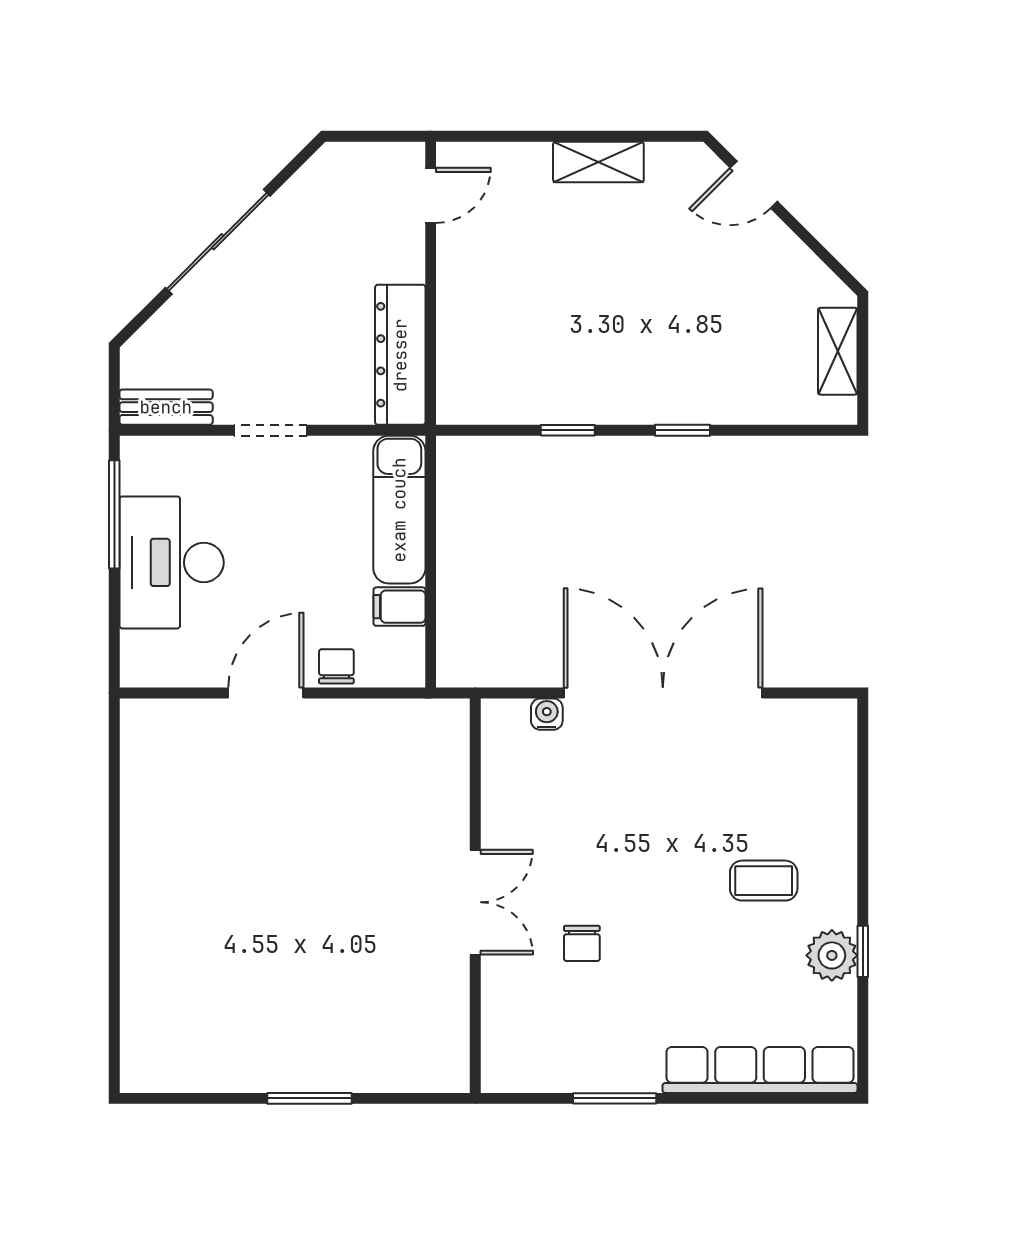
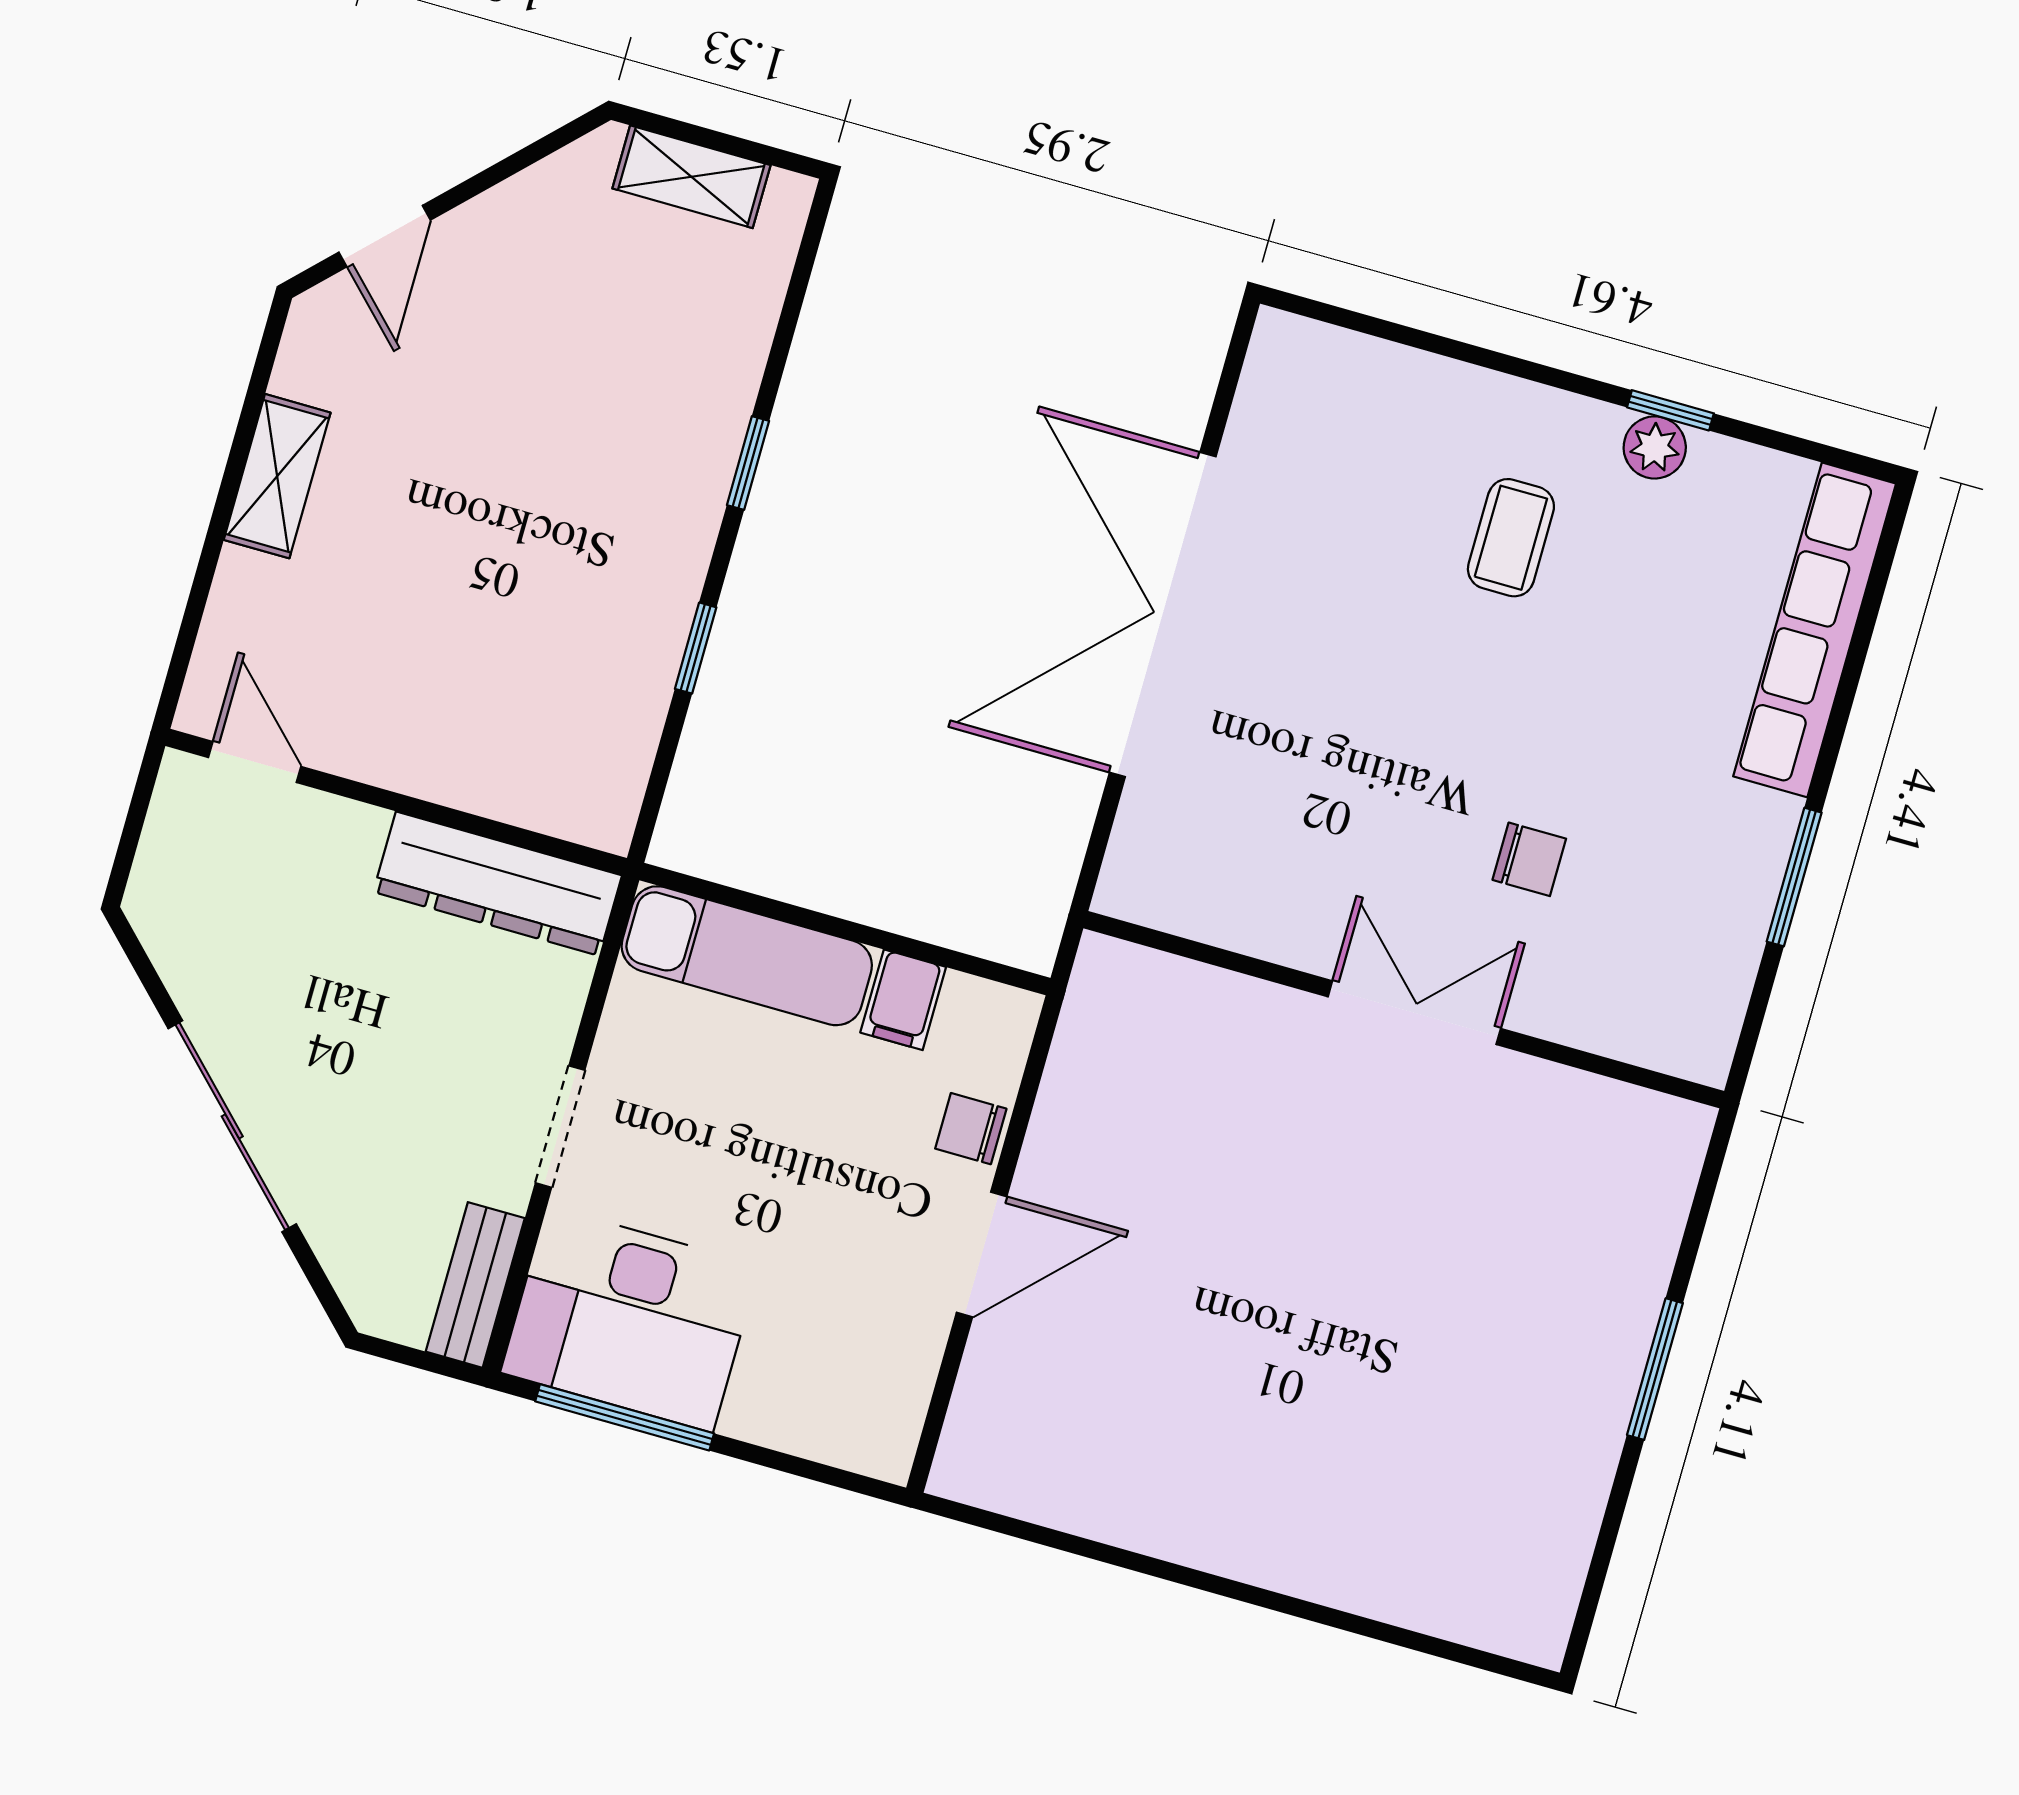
desk: (172, 562) -> (630, 1319), moved
door: (266, 693) -> (982, 1255), swing flipped
water cooler: (547, 714) -> (1144, 811), removed
plant: (832, 955) -> (1655, 447), width x0.73, depth x0.73

